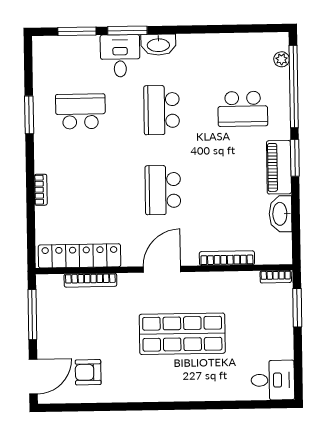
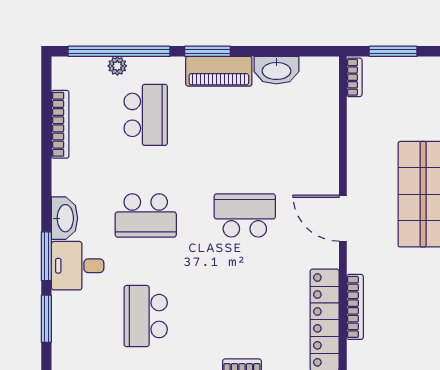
plant: (282, 59) -> (117, 66), moved
school desk: (163, 190) -> (245, 215), turned 180
bookcase: (227, 258) -> (60, 124), moved, turned 180

